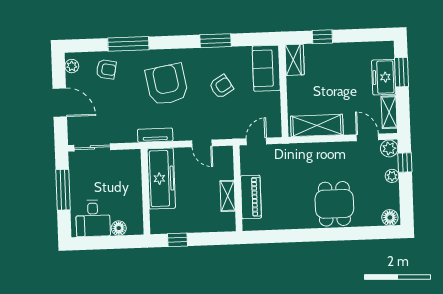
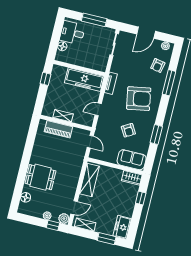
freezer: (384, 77) -> (122, 227), moved, turned -90
floor lamp: (390, 217) -> (26, 197), moved

